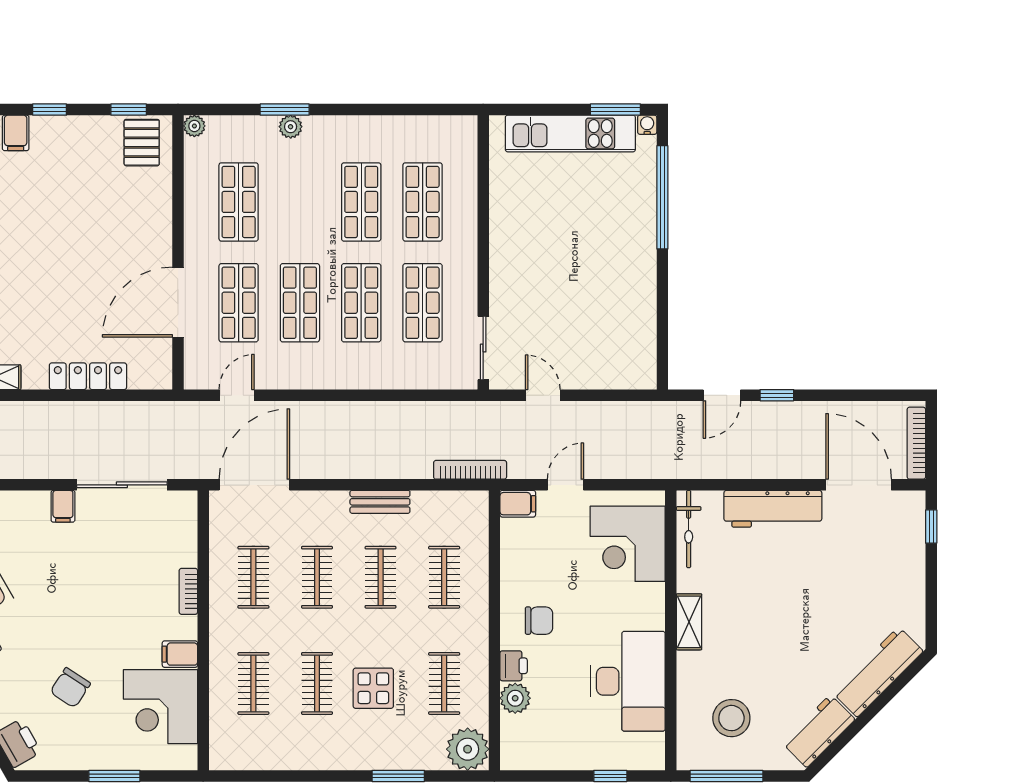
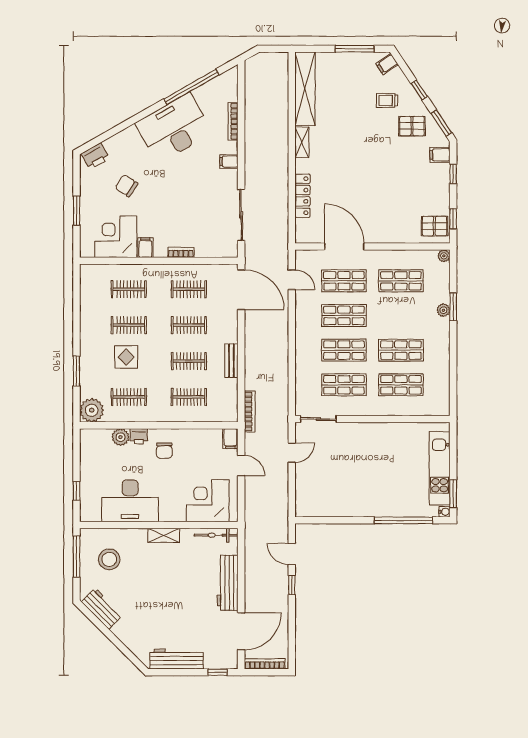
filing cabinet: (63, 506) -> (229, 162), moved
workbench: (878, 672) -> (177, 659), moved, turned -45

